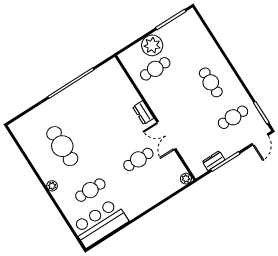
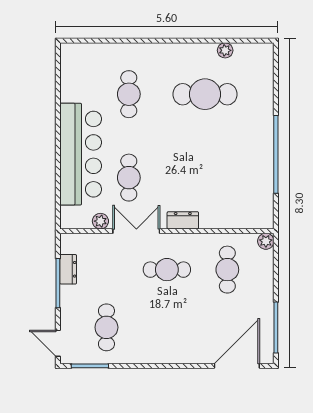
door: (207, 28) -> (237, 366), added
plant: (152, 45) -> (266, 241), moved, width x0.53, depth x0.53
cafe table: (211, 82) -> (167, 270), moved
plant: (186, 179) -> (100, 221), moved
plant: (52, 186) -> (225, 50), moved
bar counter: (100, 223) -> (81, 154), moved, width x1.36

